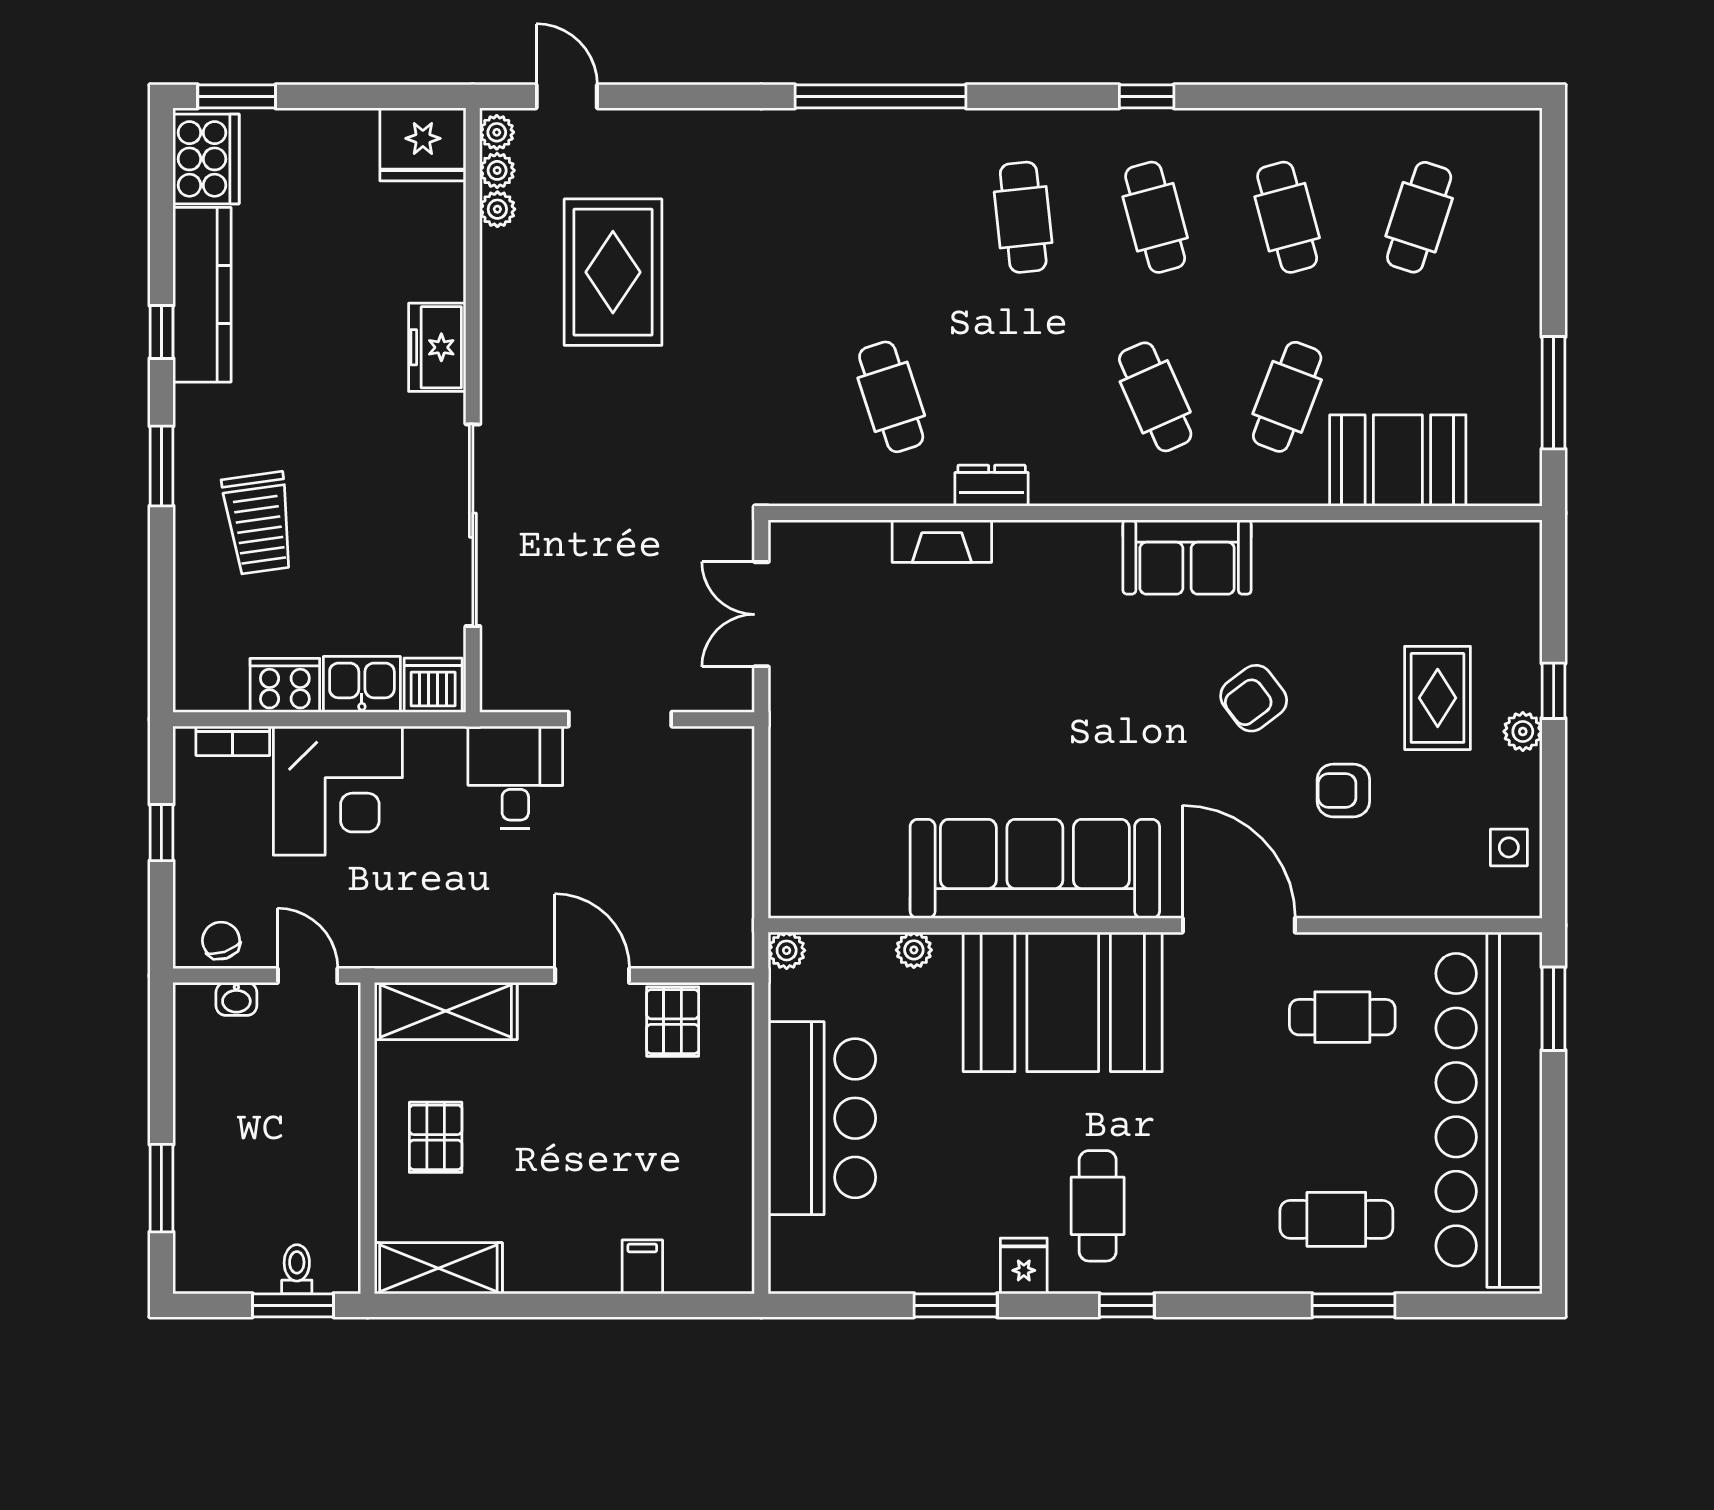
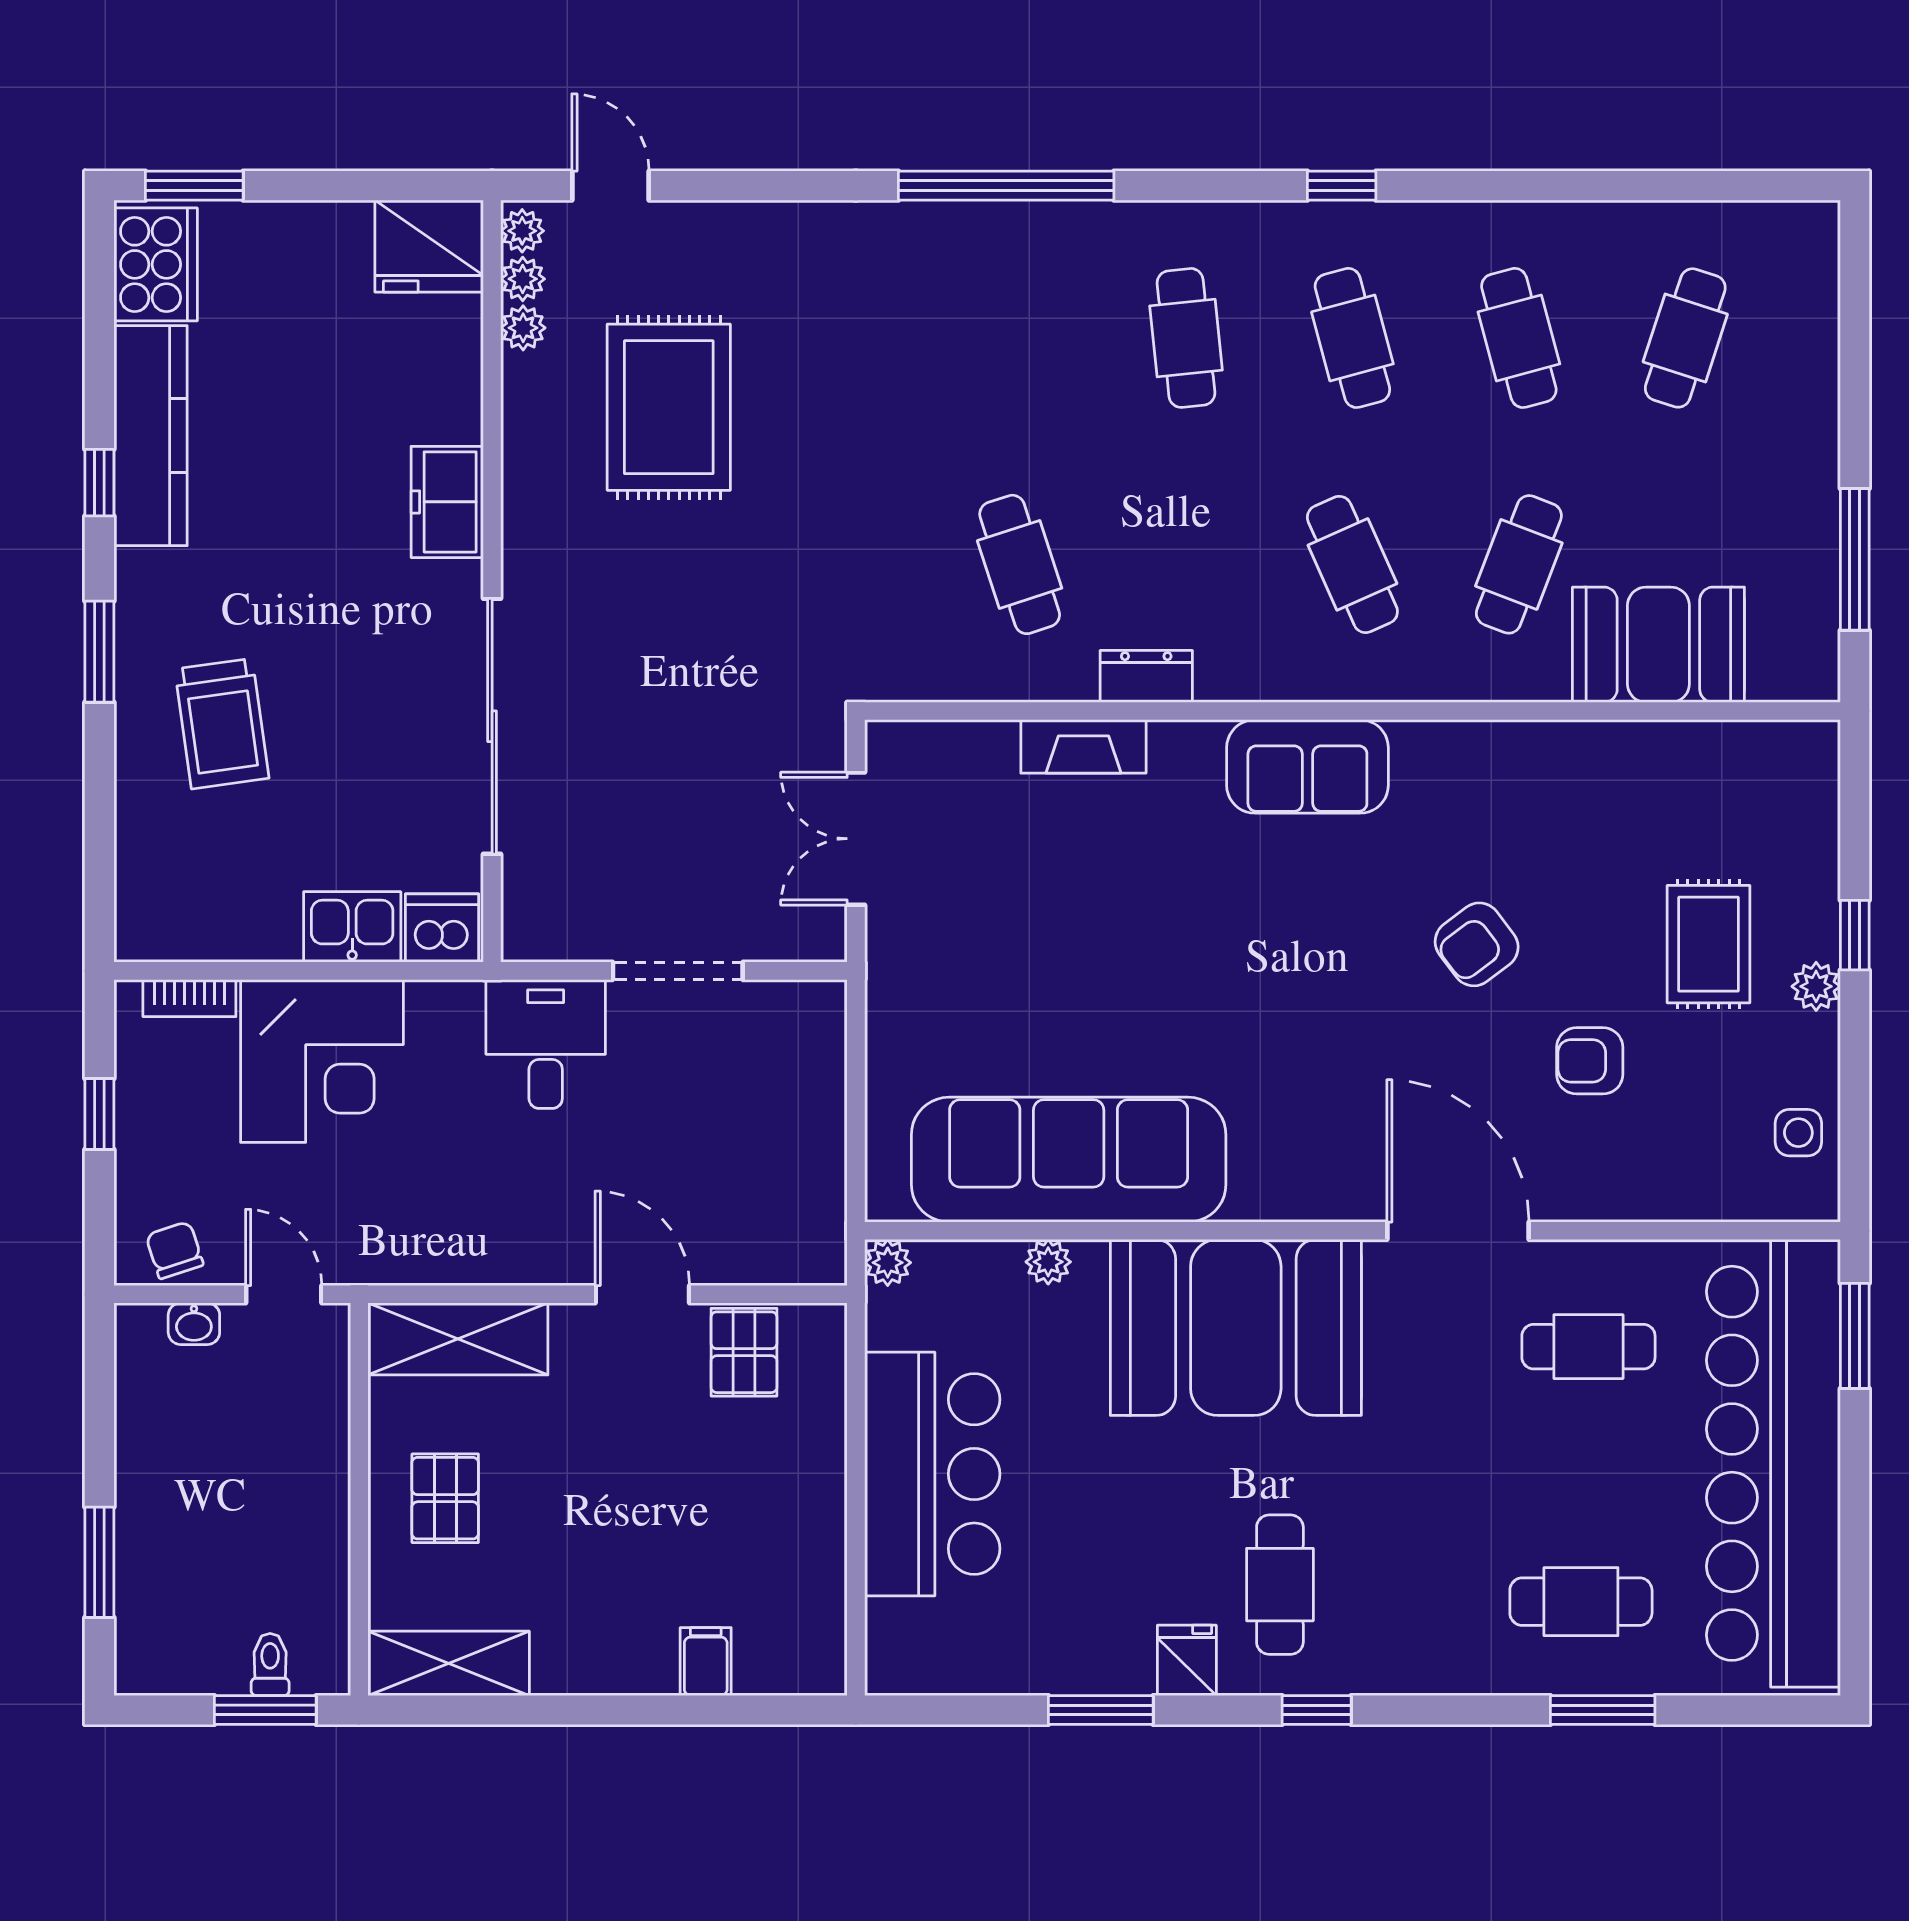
sofa: (1187, 557) -> (1307, 766), moved
cooker: (285, 685) -> (255, 928), removed
sofa: (1035, 869) -> (1069, 1160), moved

